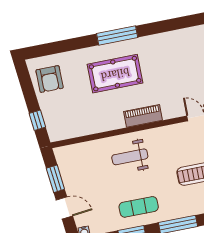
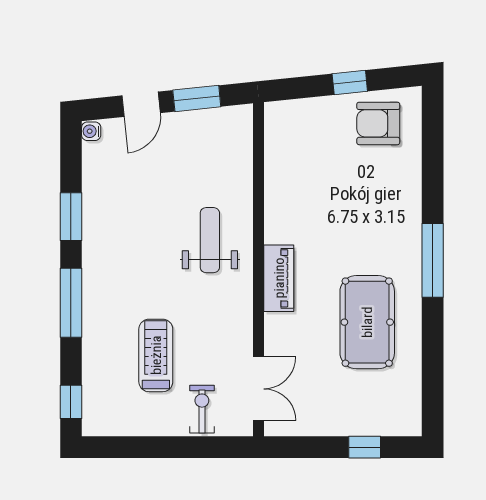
pool table: (115, 74) -> (367, 322), moved
window: (37, 120) -> (350, 82), moved
exercise mat: (139, 207) -> (117, 238), removed

